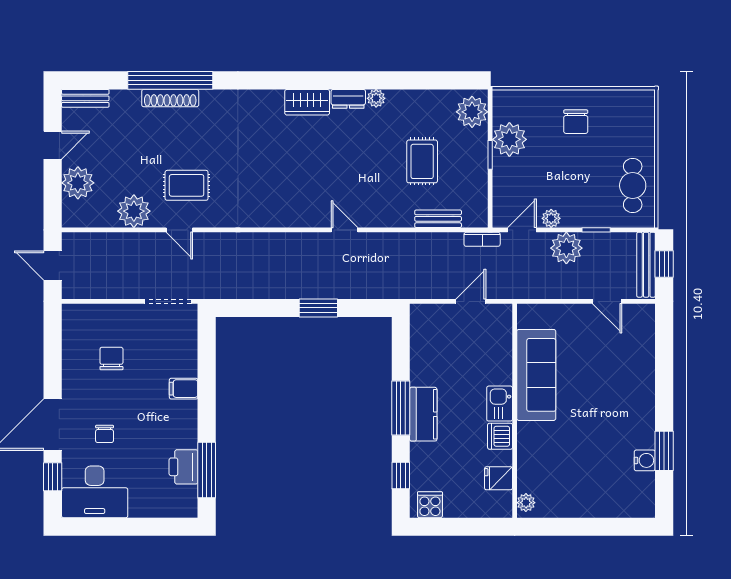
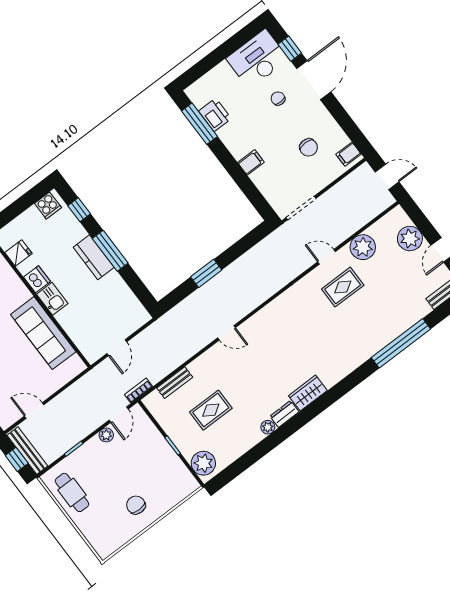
shoe rack: (170, 98) -> (393, 333), removed
plant: (509, 139) -> (168, 464), removed
rug: (422, 161) -> (211, 410), turned 90
plant: (566, 248) -> (83, 424), removed
filing cabinet: (75, 320) -> (349, 154), added

